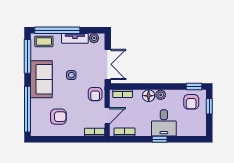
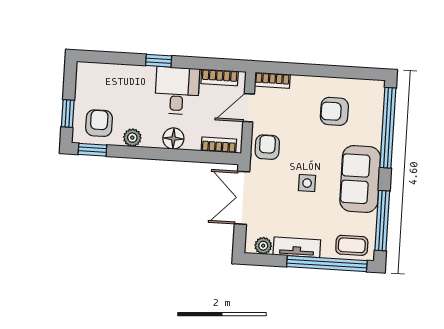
plant: (161, 95) -> (132, 138), moved
desk: (164, 123) -> (177, 91), moved

